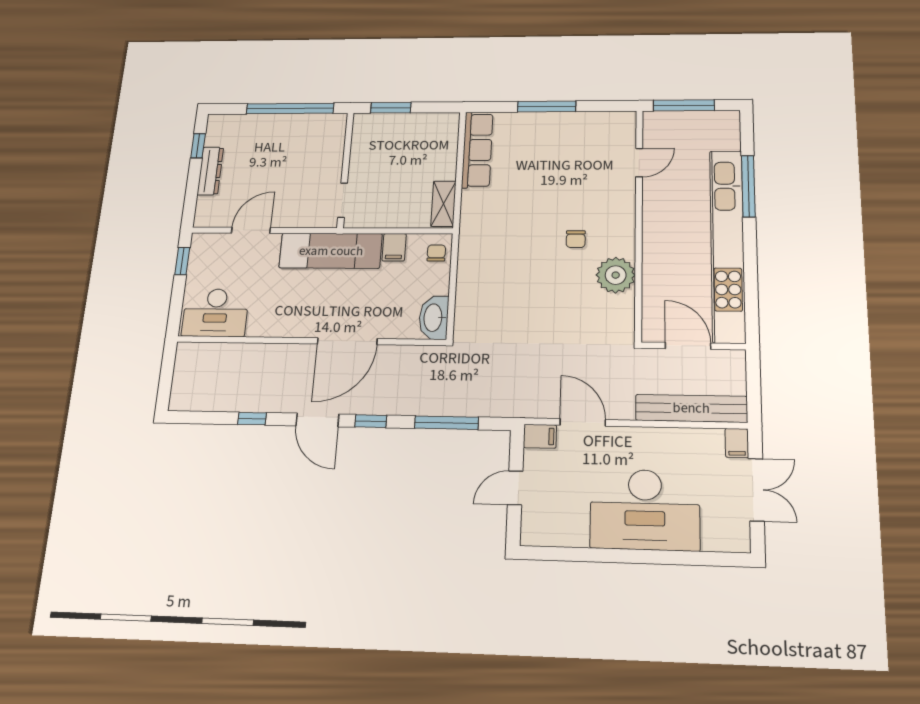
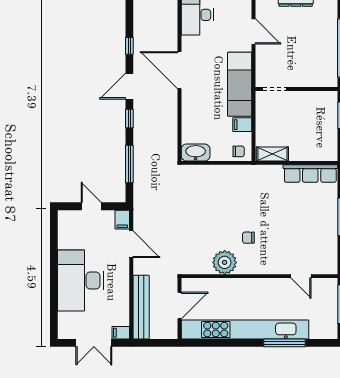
door: (347, 341) -> (180, 70), moved
door: (583, 422) -> (131, 244), hinge flipped

